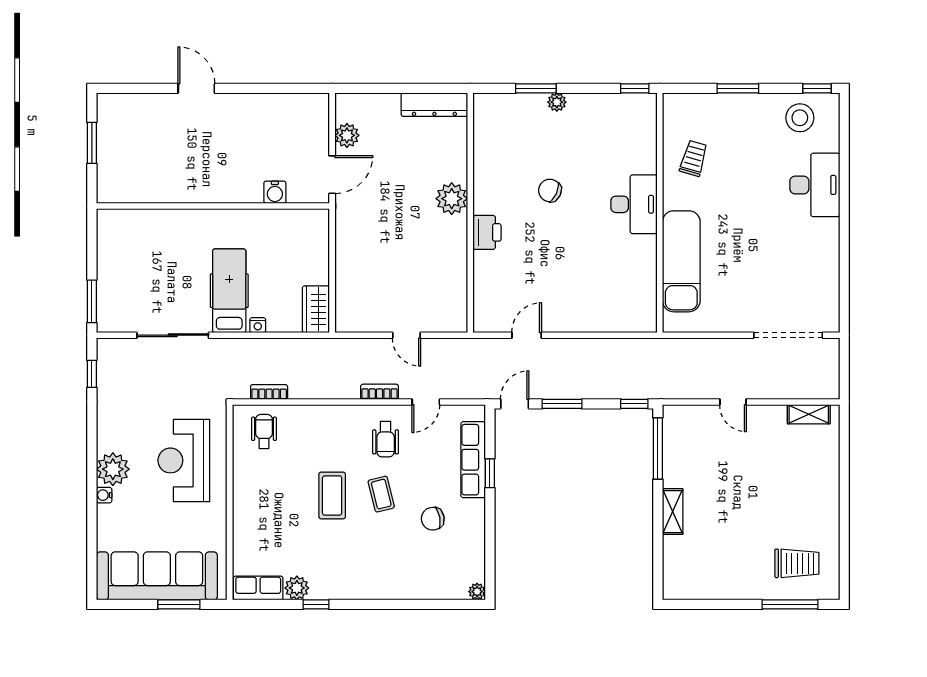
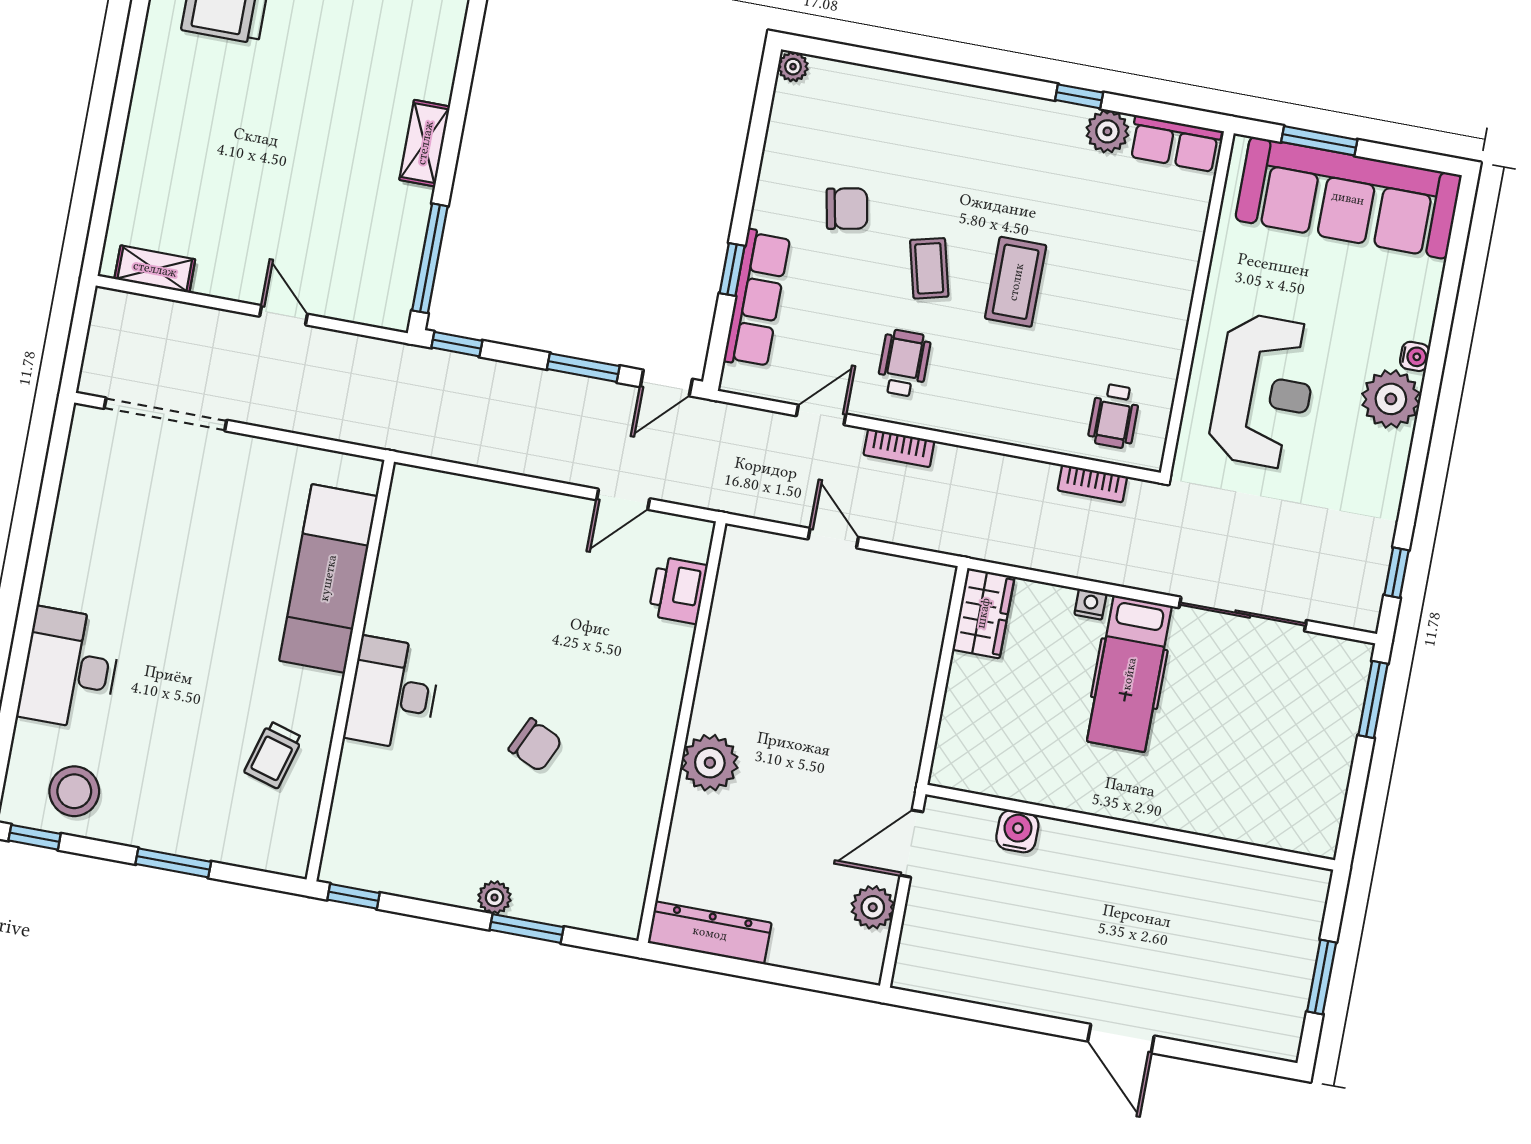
printer: (487, 232) -> (678, 590), moved

